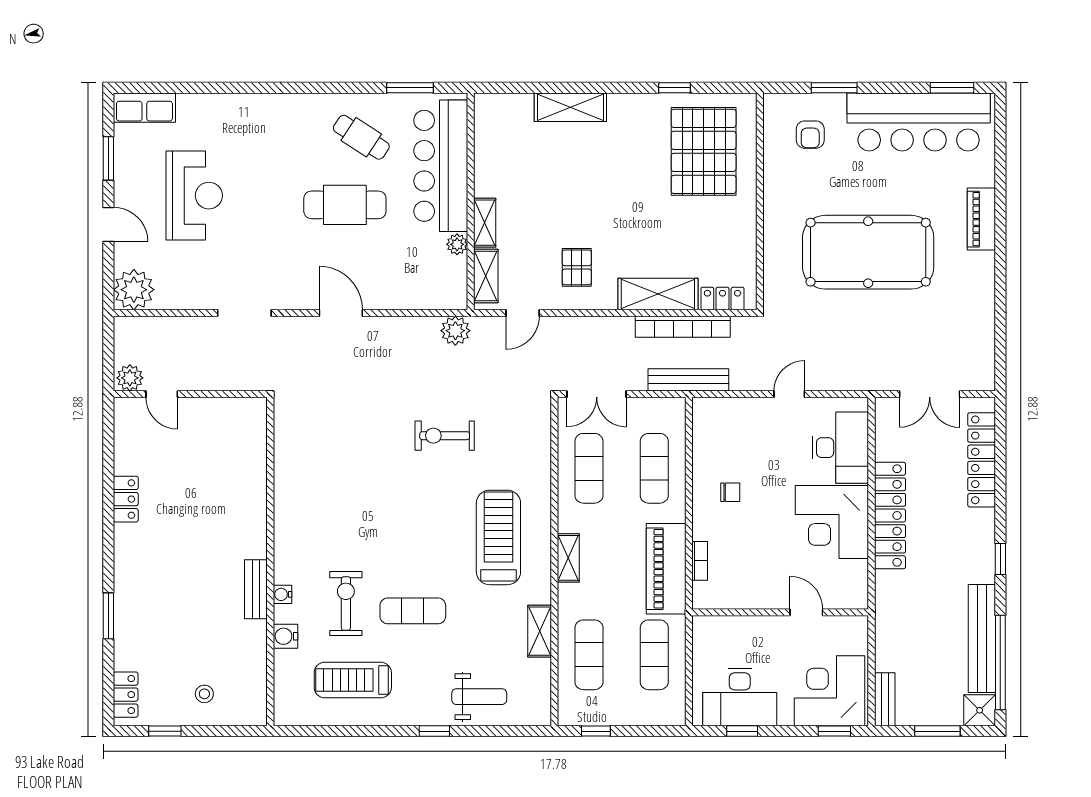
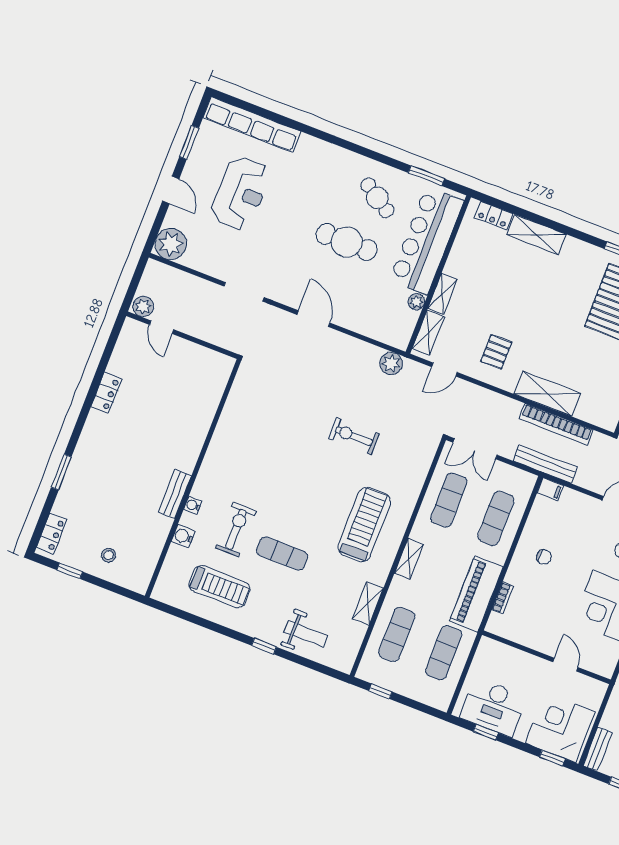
row of seats: (144, 108) -> (252, 125), width x2.02
locker: (722, 298) -> (494, 216), moved, turned 180
filing cabinet: (706, 408) -> (550, 489), added
treadmill: (353, 680) -> (219, 587), turned 180

